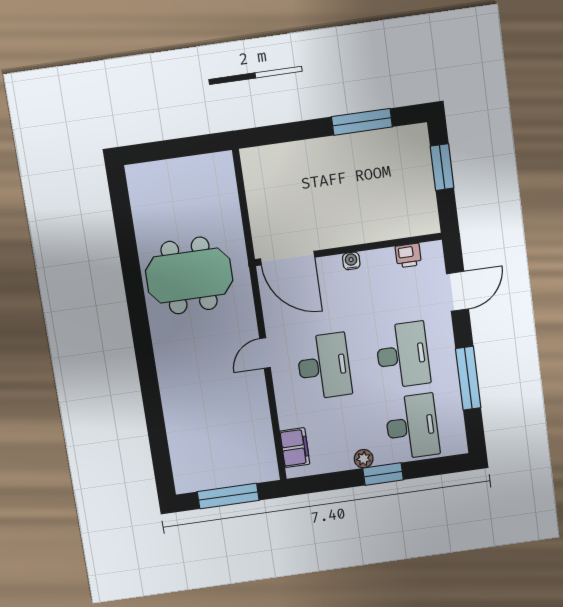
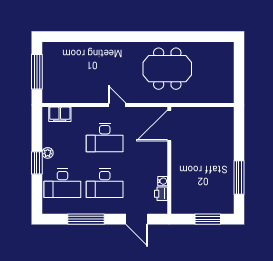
water cooler: (351, 261) -> (163, 181), moved
meeting table: (189, 276) -> (167, 69), turned 90

